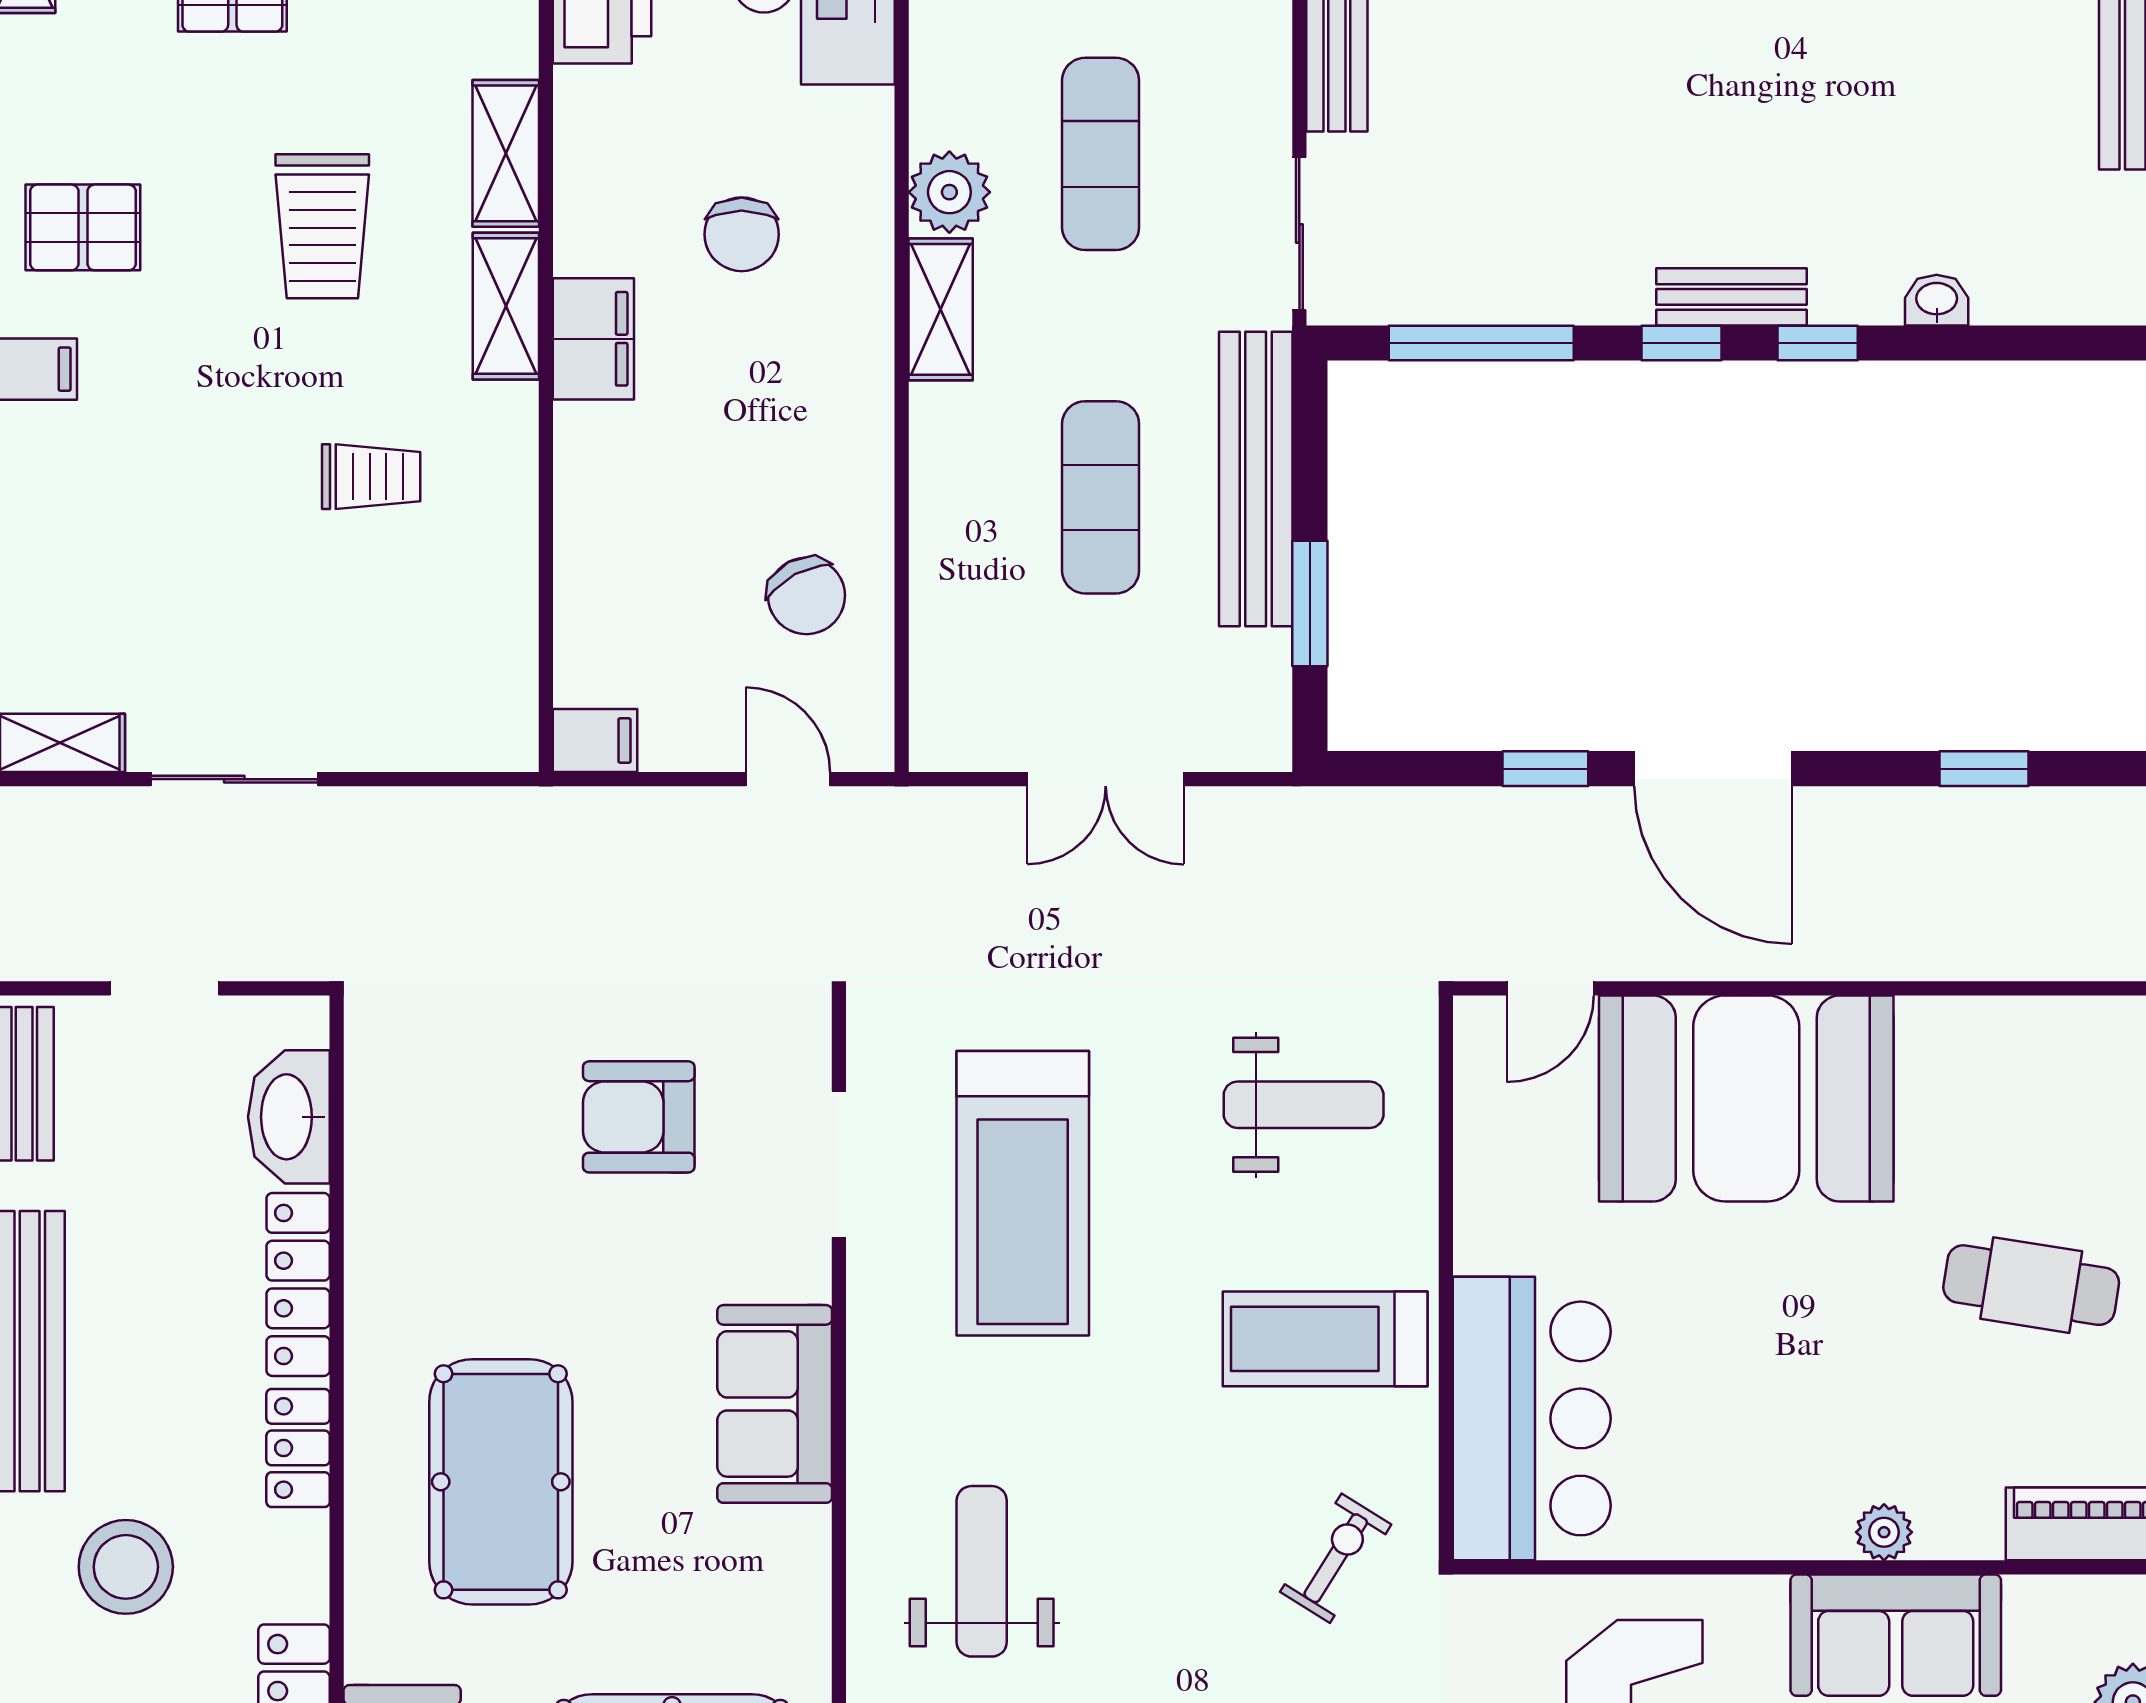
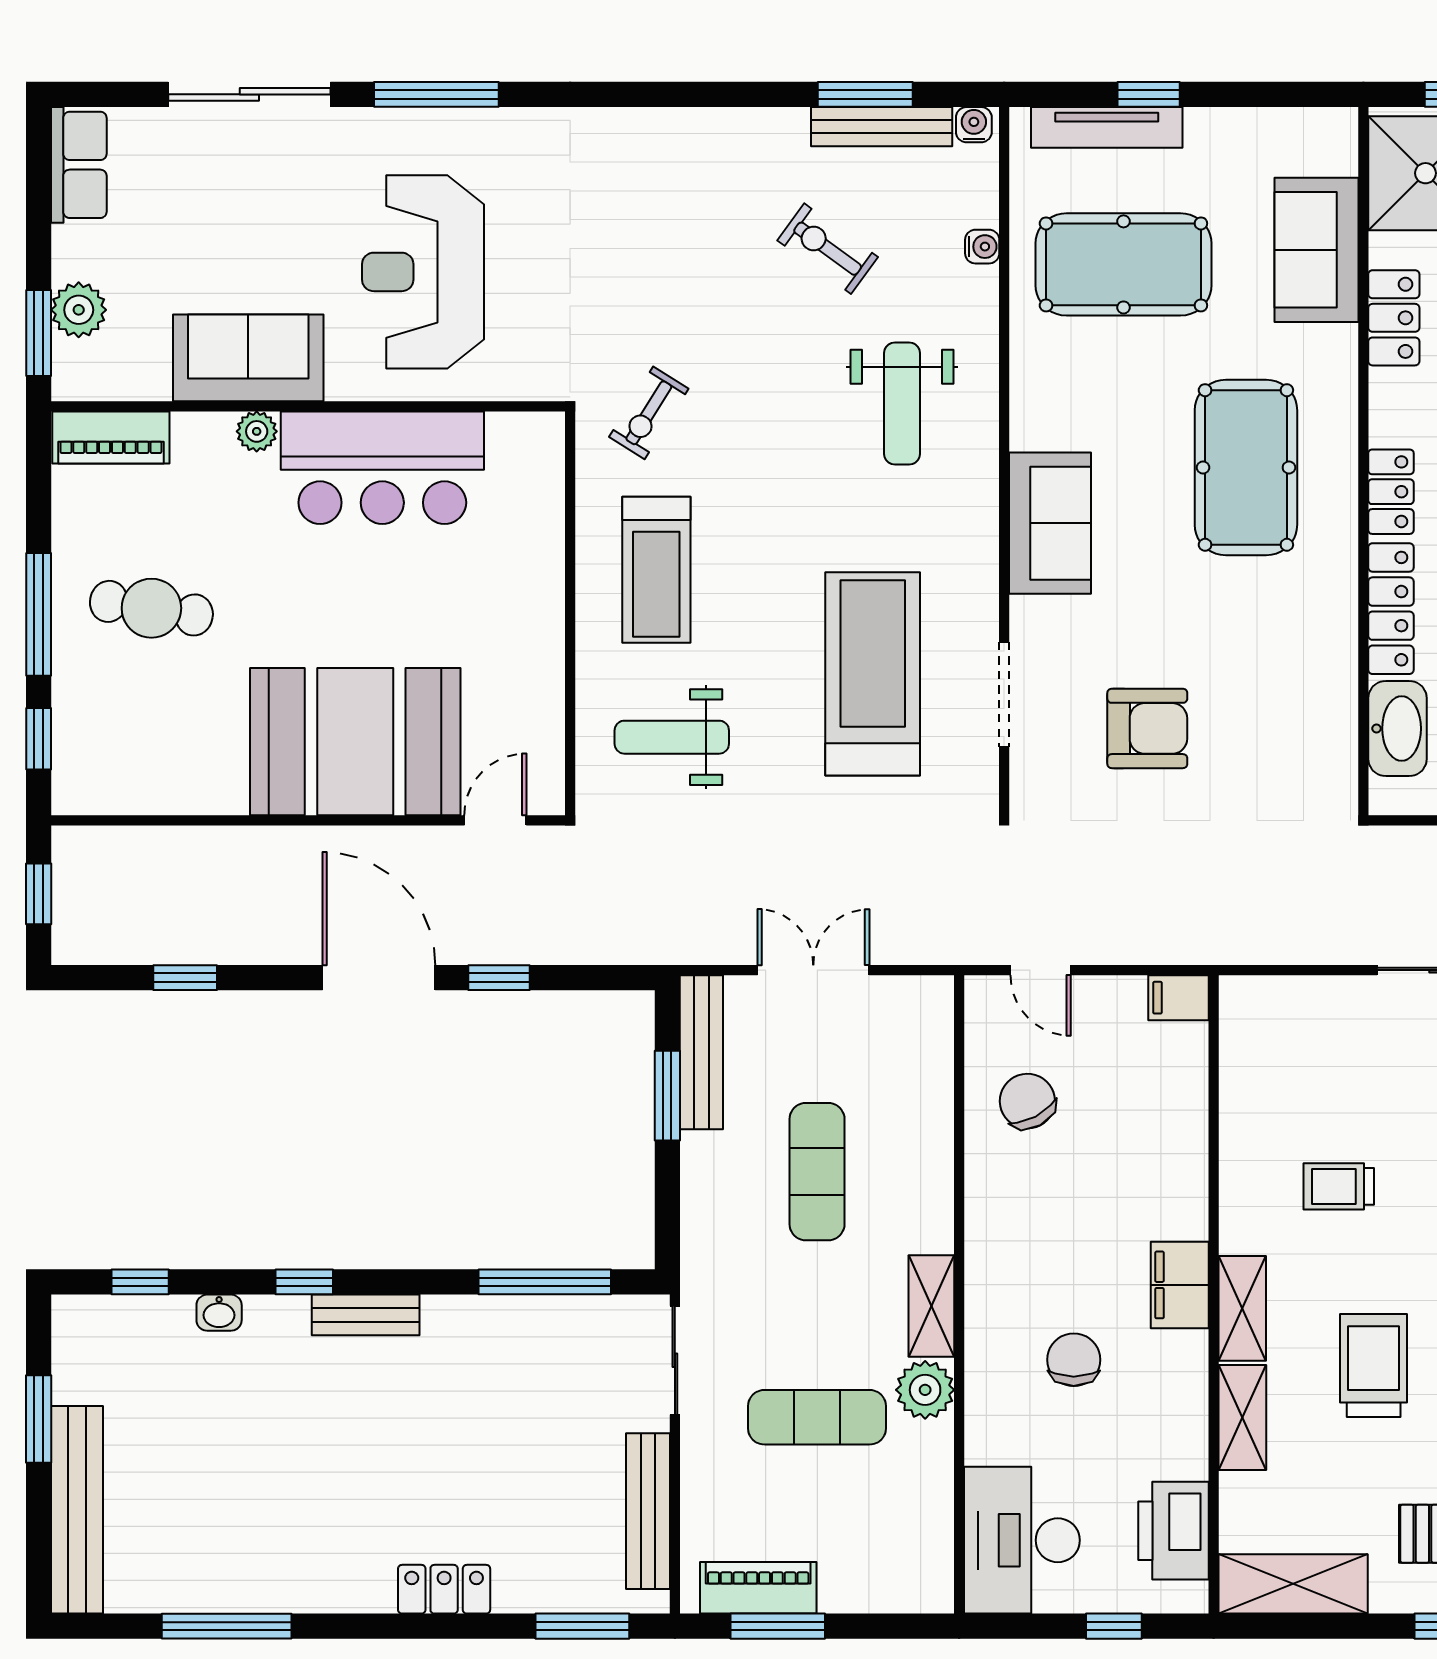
exercise mat: (1101, 154) -> (817, 1417), turned 90
window: (1682, 343) -> (140, 1282), moved
bench: (1256, 479) -> (701, 1052), moved, width x0.73, depth x0.82
treadmill: (1325, 1339) -> (656, 570), turned 90
bar counter: (1532, 1418) -> (382, 468), moved, turned -90

